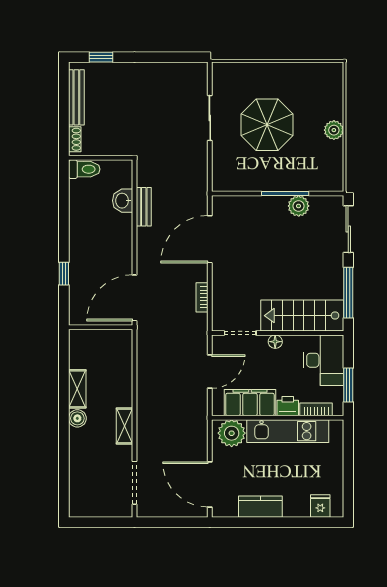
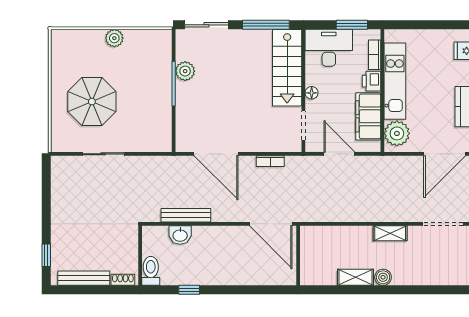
parasol: (267, 125) -> (92, 102), moved
bench: (144, 207) -> (186, 215), width x1.36
window: (64, 274) -> (189, 290), moved

